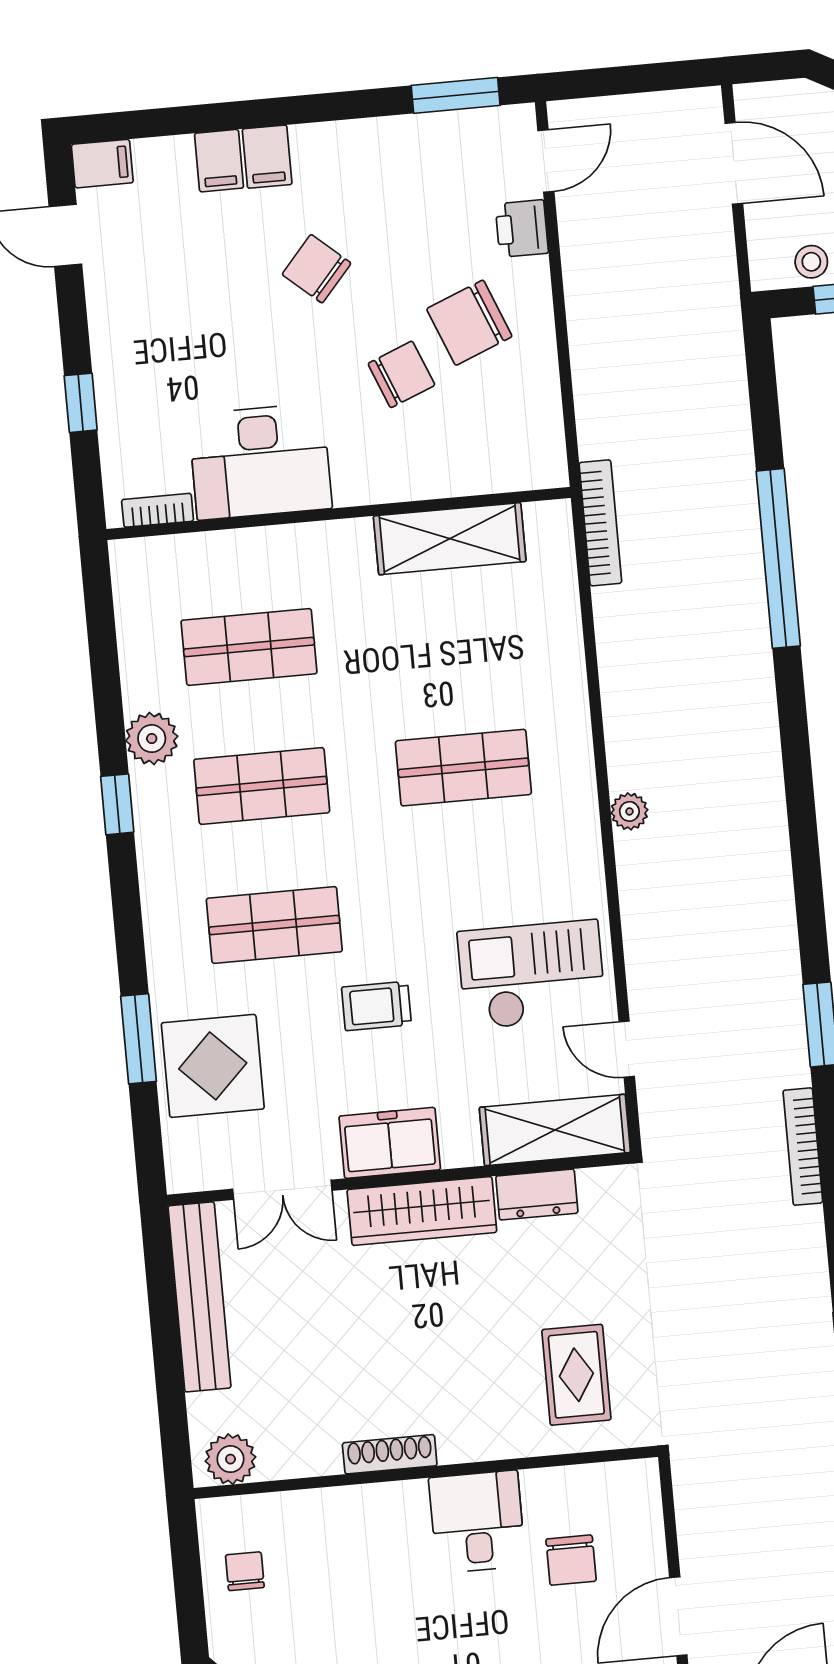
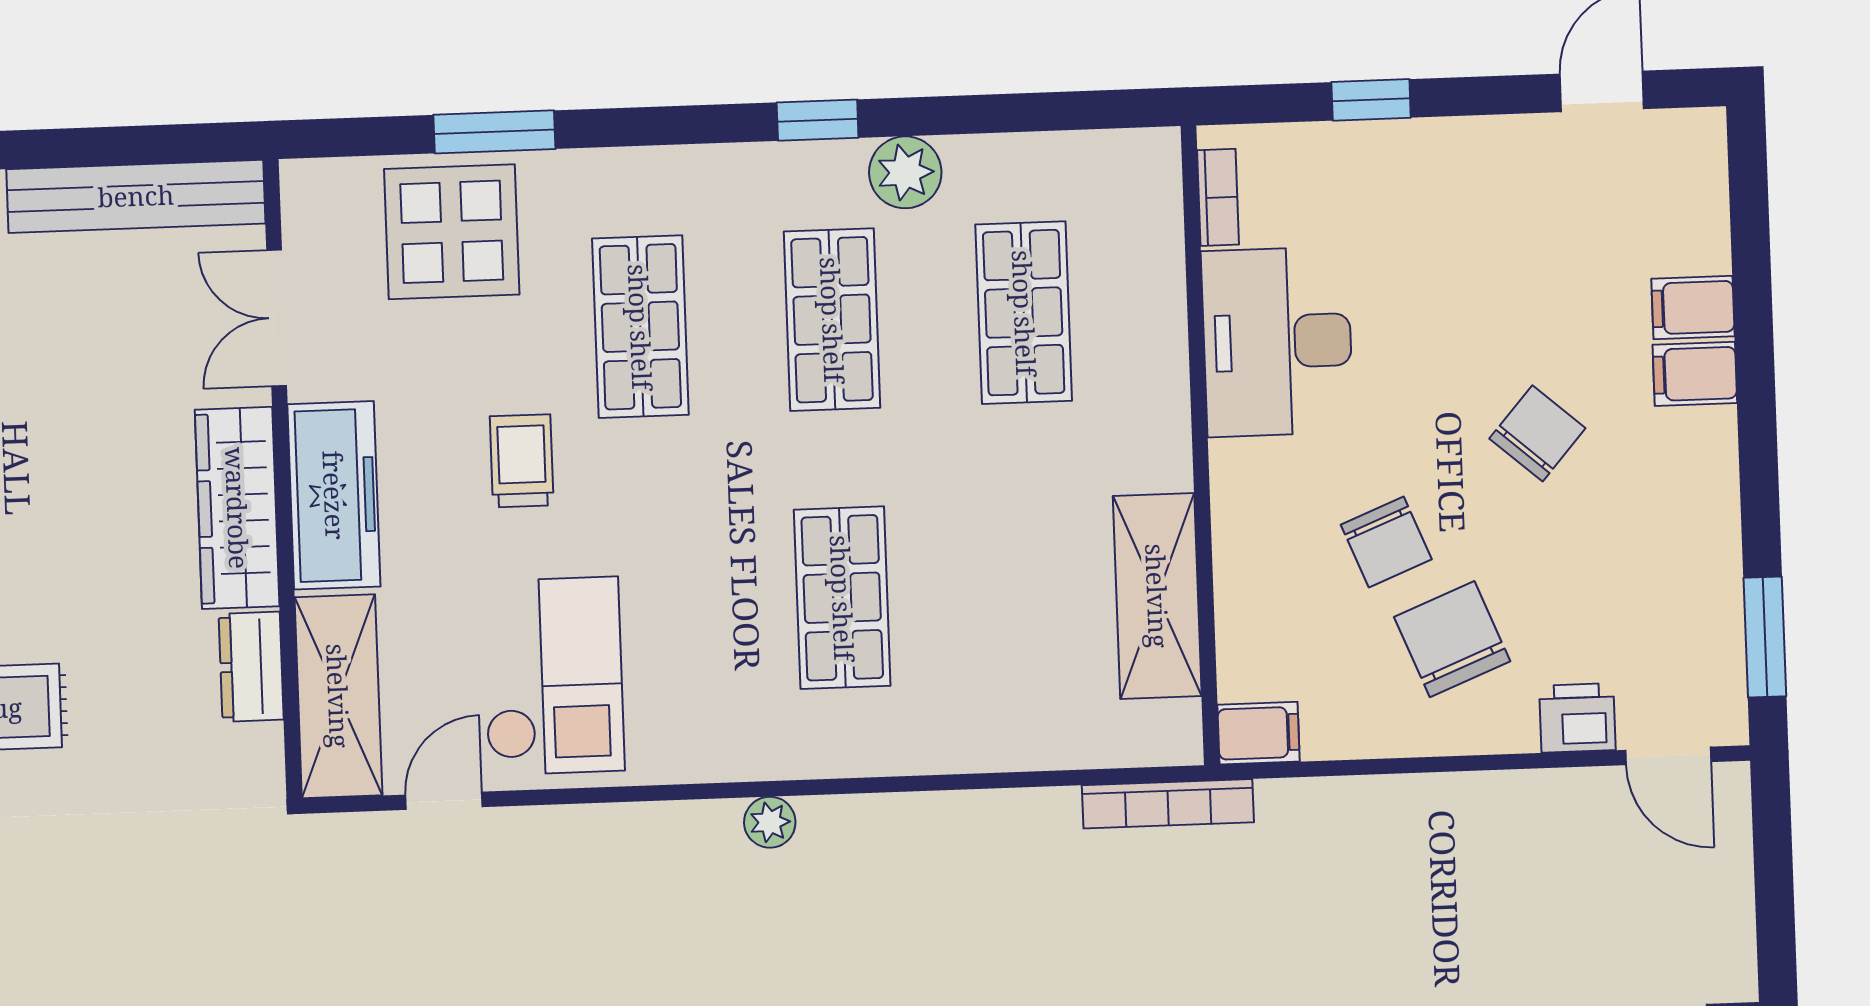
filing cabinet: (102, 164) -> (1259, 733), moved, turned -90
freezer: (390, 1143) -> (334, 495), width x1.40

